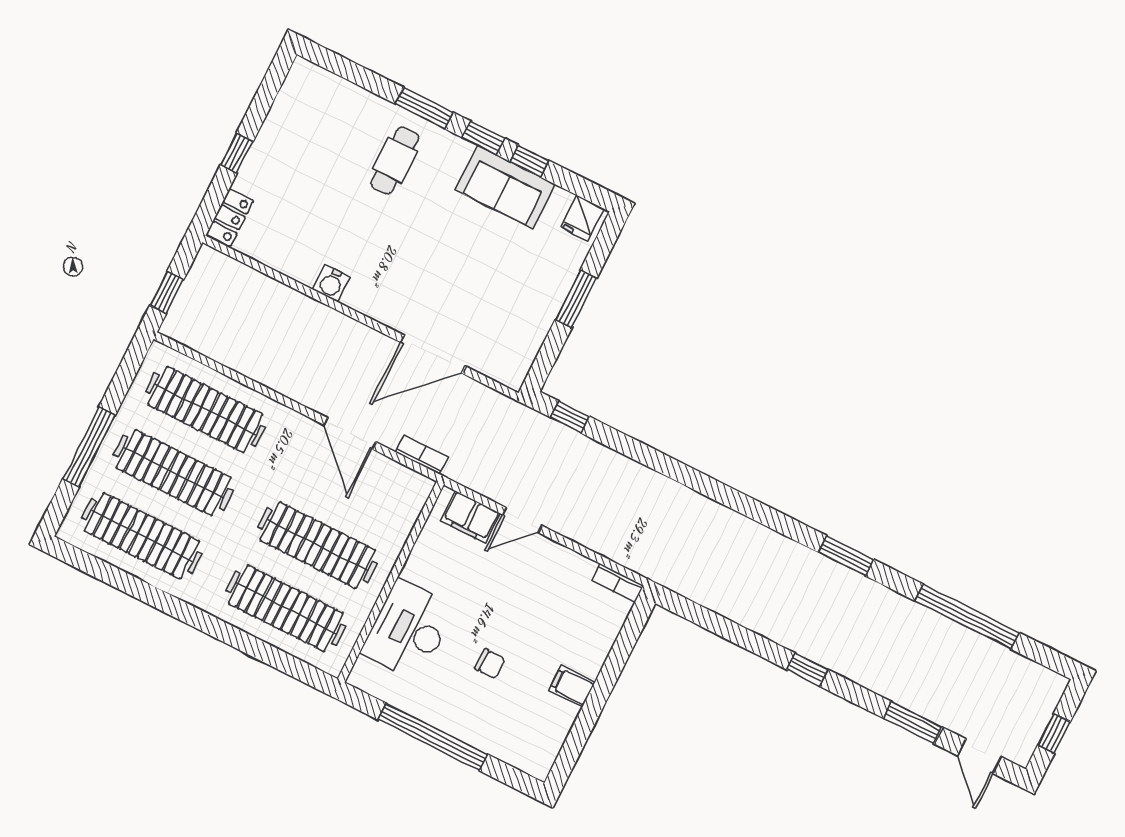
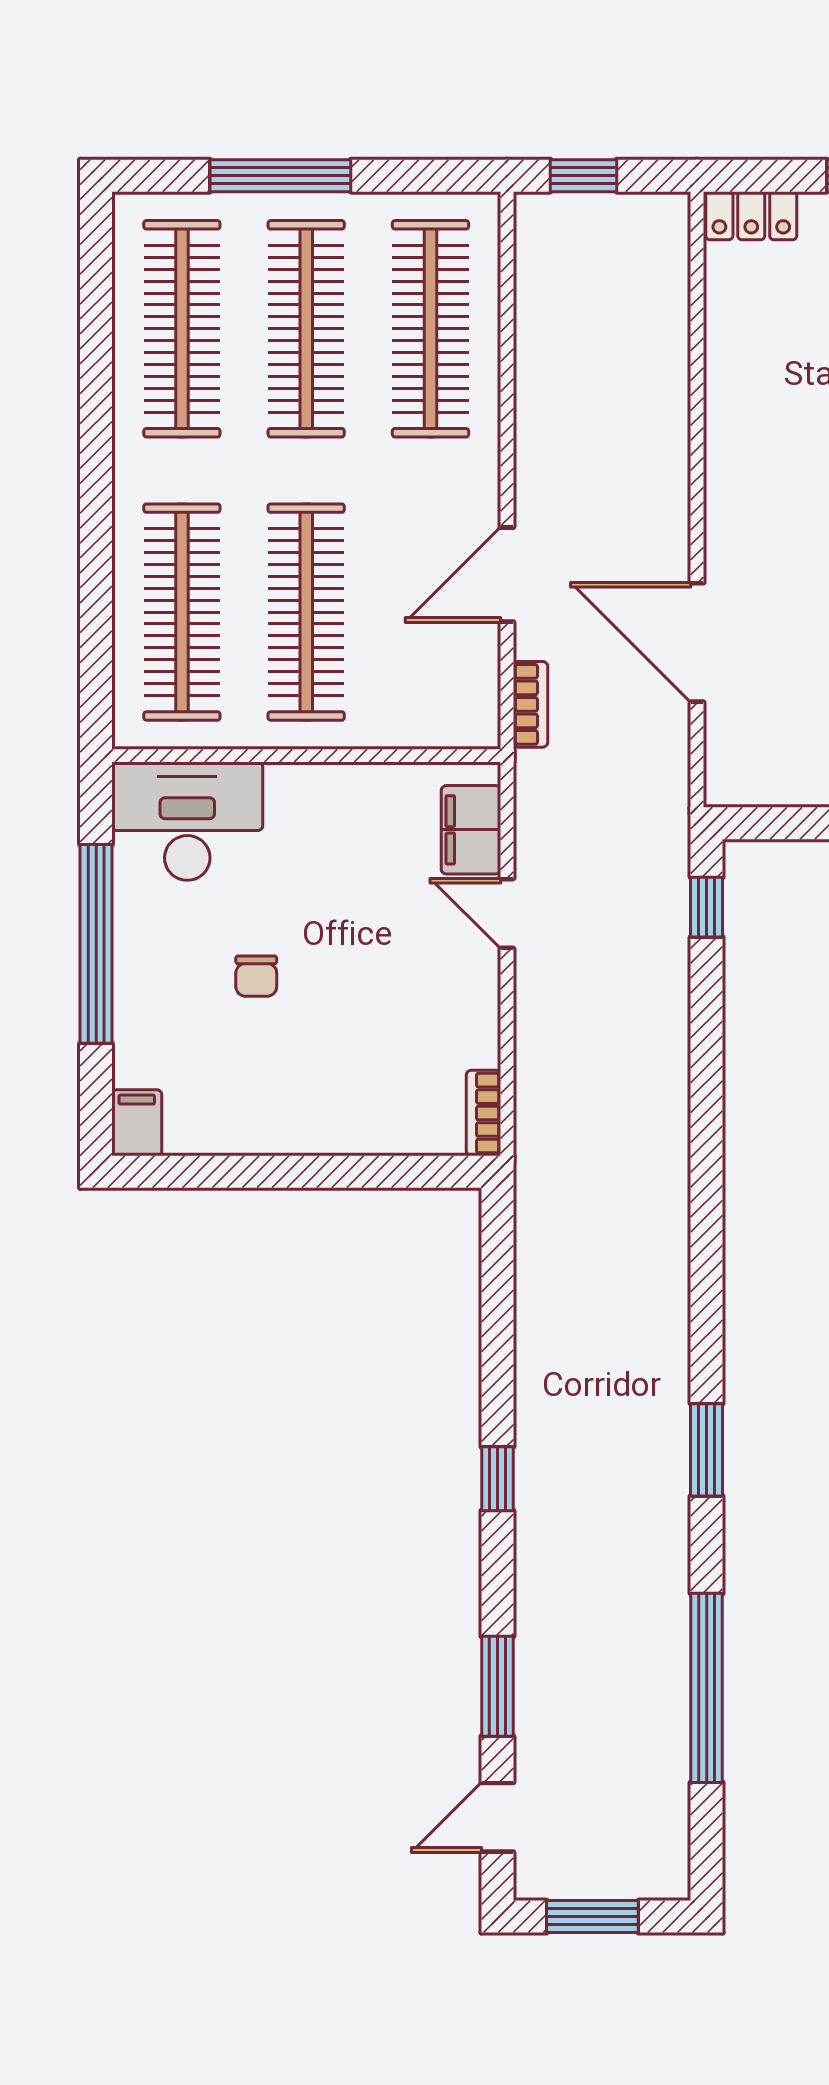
water cooler: (331, 283) -> (728, 427), removed
desk: (408, 630) -> (187, 821), moved
filing cabinet: (572, 686) -> (137, 1123), moved
window: (1054, 733) -> (592, 1917), width x1.50

